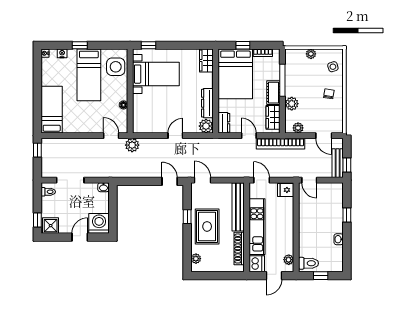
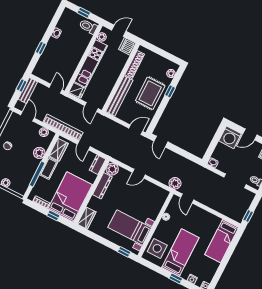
door: (202, 180) -> (136, 130), swing flipped
window: (187, 217) -> (170, 91), moved
kitchen unit: (257, 227) -> (91, 64), moved, turned 180

